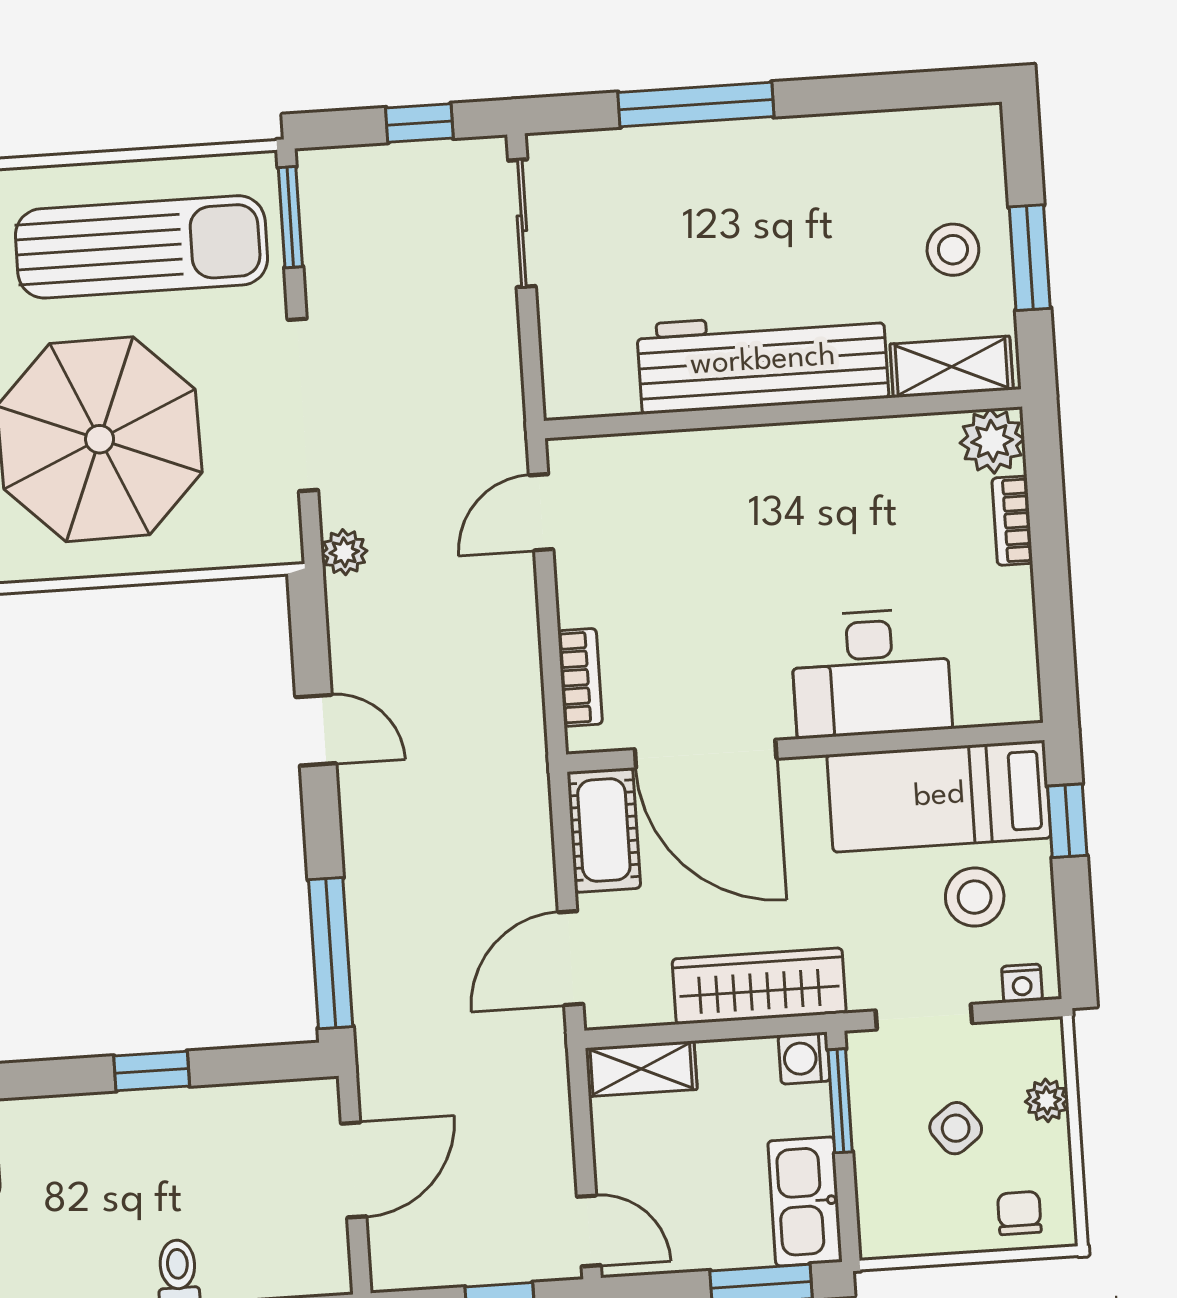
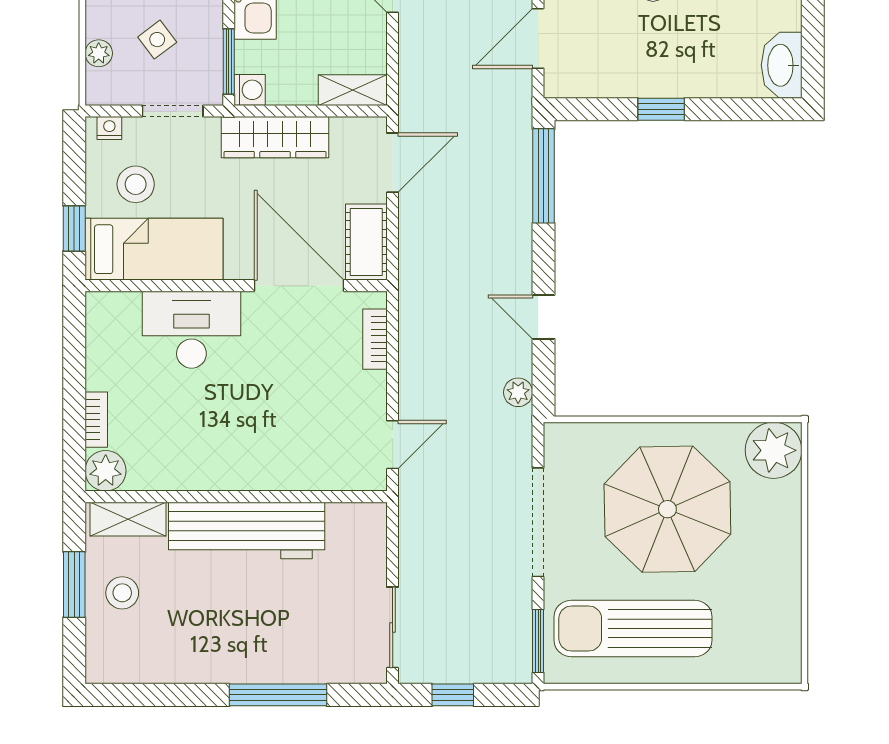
plant: (344, 552) -> (518, 392), moved

